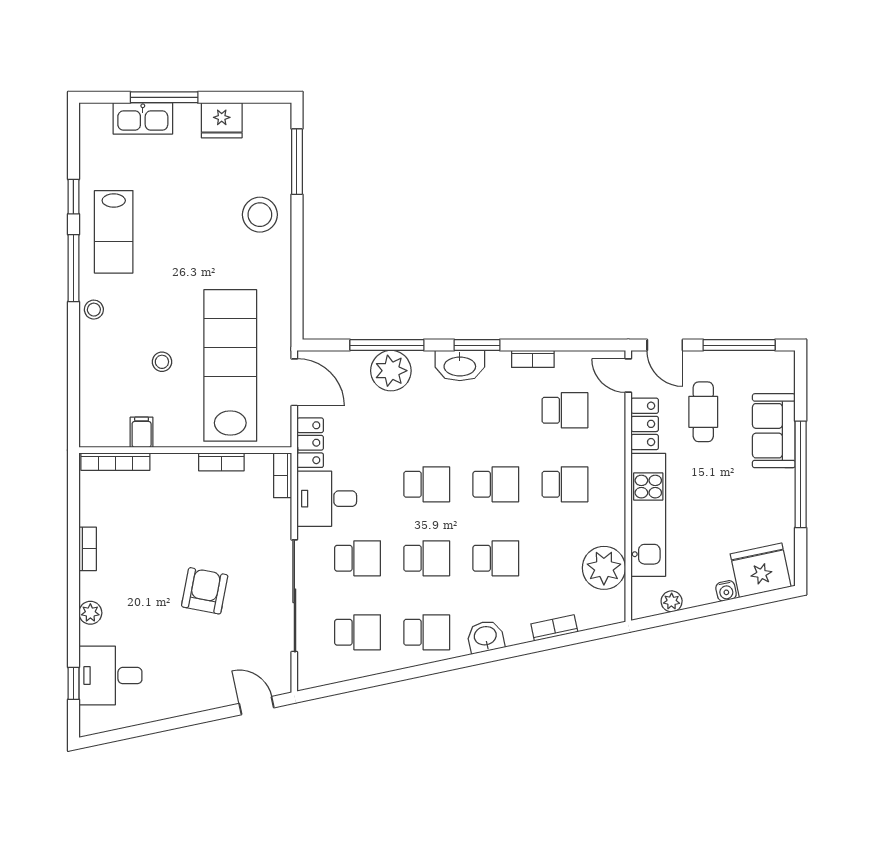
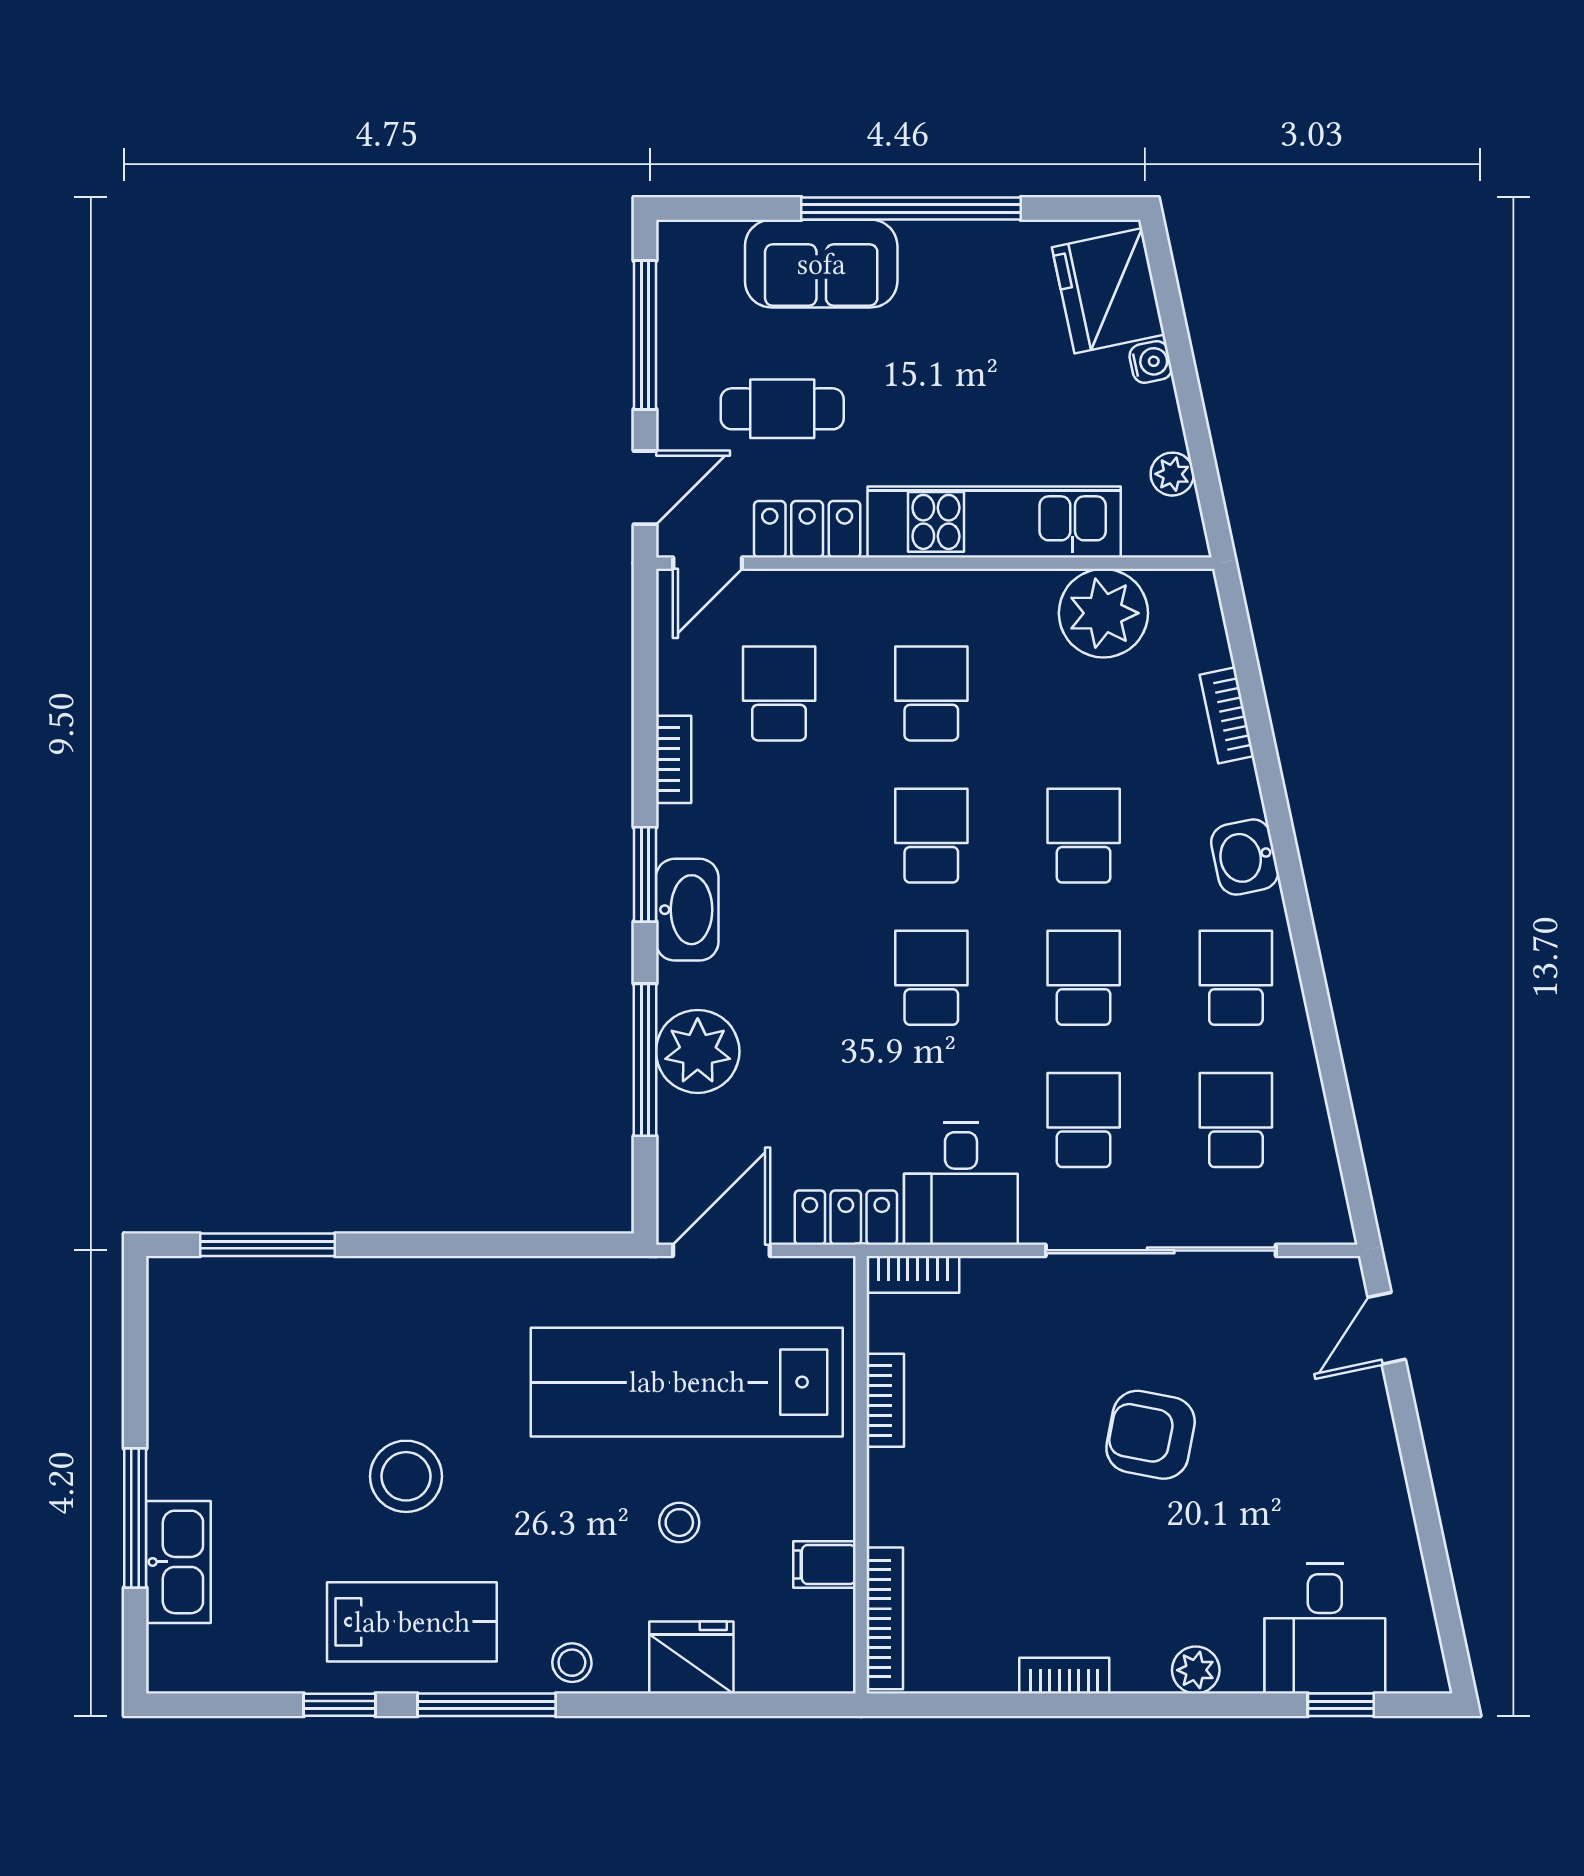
fridge: (222, 120) -> (691, 1658), moved, turned -90
stool: (260, 215) -> (406, 1476), moved

